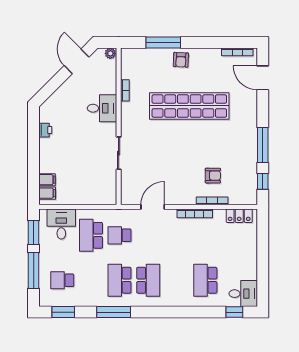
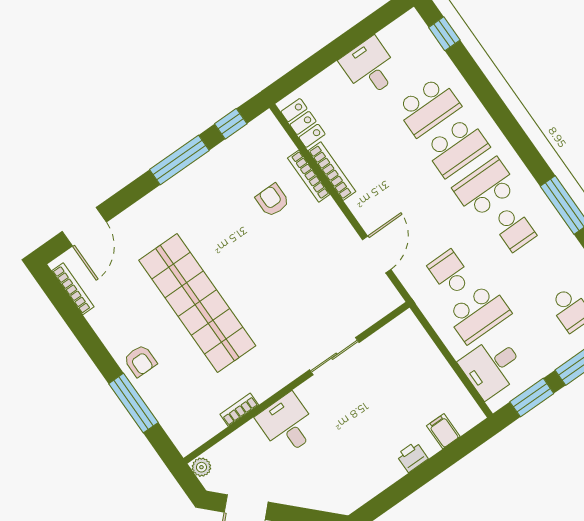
armchair: (181, 60) -> (140, 361), turned 87
printer: (45, 130) -> (412, 457), moved
filing cabinet: (47, 193) -> (462, 418), removed
door: (153, 207) -> (377, 254), swing flipped
bookcase: (195, 213) -> (332, 171), moved
school desk: (120, 235) -> (450, 273), turned 180
school desk: (120, 280) -> (514, 228), width x0.54
school desk: (177, 280) -> (457, 147), added
desk: (243, 294) -> (370, 67), moved

